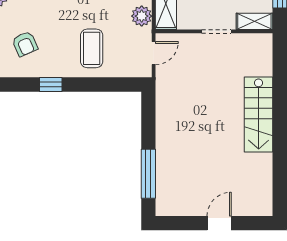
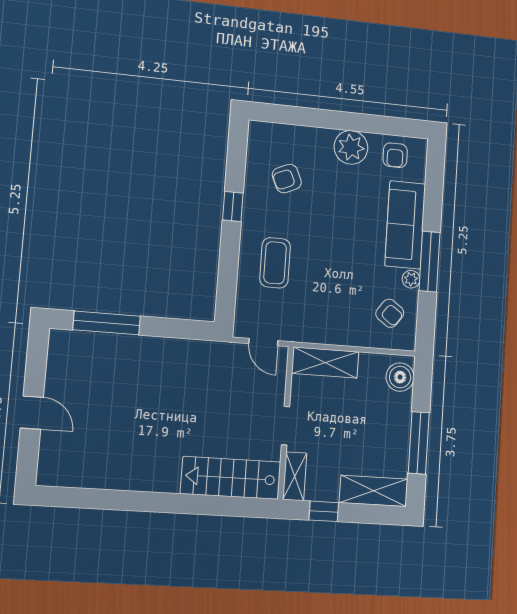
plant: (142, 16) -> (312, 330), removed
coffee table: (92, 48) -> (275, 263), turned 90
stairs: (259, 114) -> (231, 478), moved

